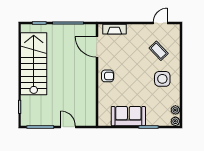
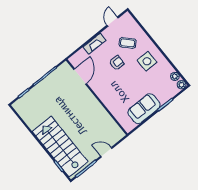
fireplace: (115, 29) -> (94, 44), moved
door: (97, 47) -> (80, 76), swing flipped
stairs: (34, 64) -> (60, 147), moved
armchair: (108, 76) -> (117, 63), moved

